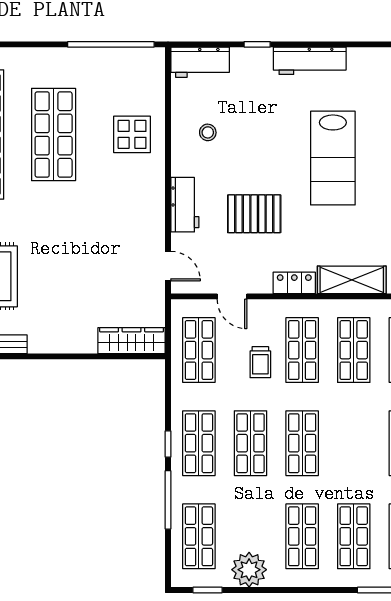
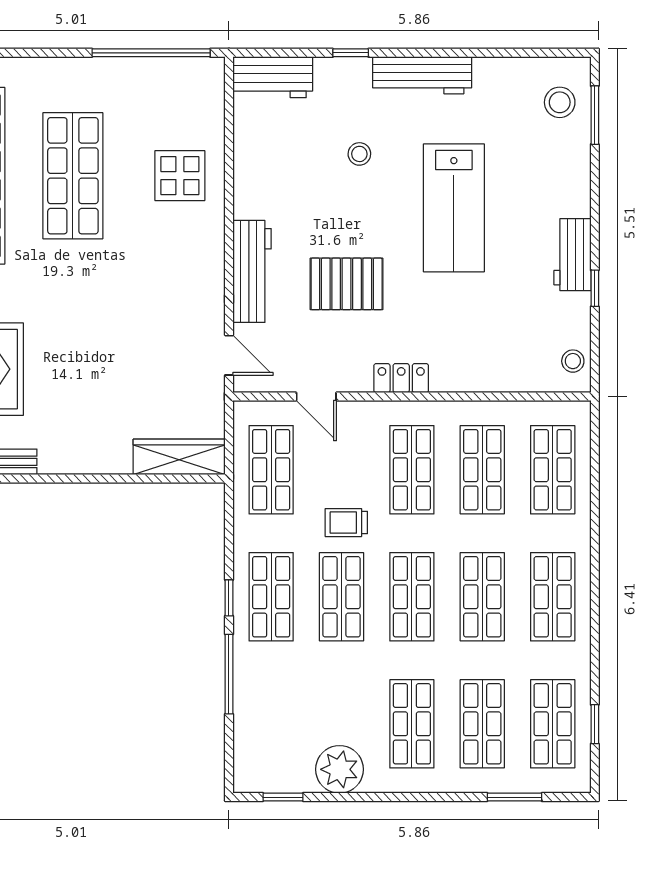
stool: (208, 132) -> (359, 154), moved
workbench: (185, 205) -> (252, 271), width x1.38
shelving: (352, 280) -> (480, 374), removed
trolley: (260, 362) -> (346, 523), moved, turned 90
shop shelf: (199, 536) -> (482, 597), moved

